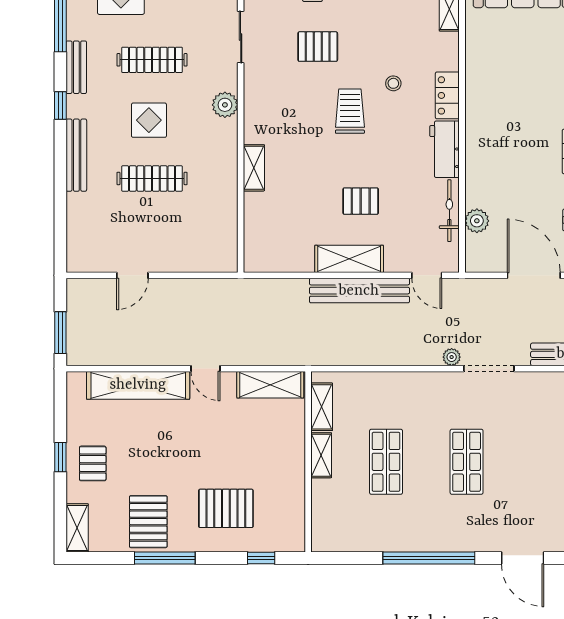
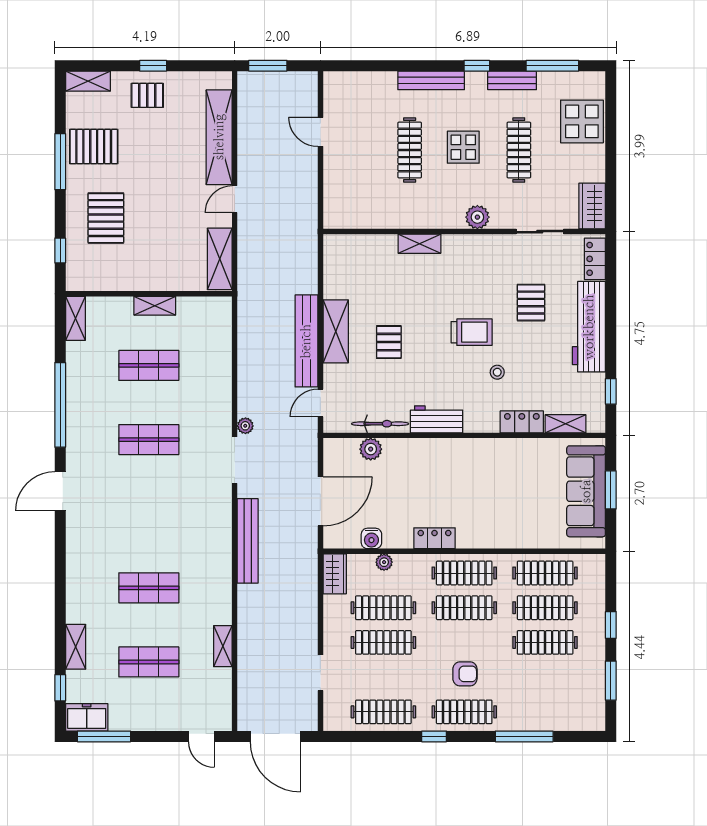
locker: (447, 95) -> (522, 422), moved
shelving: (322, 407) -> (75, 318), moved, turned 90

